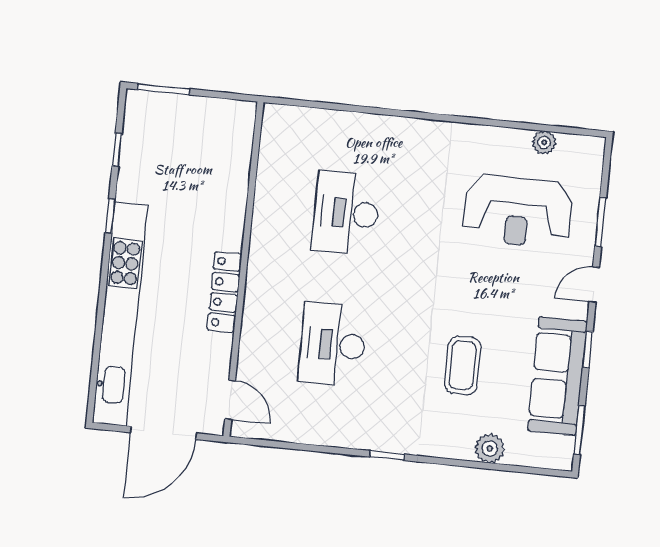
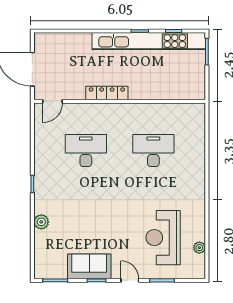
kitchen unit: (120, 314) -> (149, 41), moved
coffee table: (463, 365) -> (82, 218), removed
sofa: (557, 376) -> (89, 266), width x0.73
plant: (490, 448) -> (41, 222), moved

